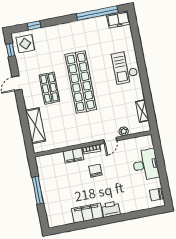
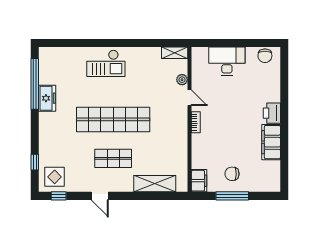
freezer: (118, 19) -> (47, 98), moved
shelving: (142, 111) -> (175, 53), moved
filing cabinet: (73, 155) -> (199, 181), moved
chair: (95, 171) -> (232, 174), moved

